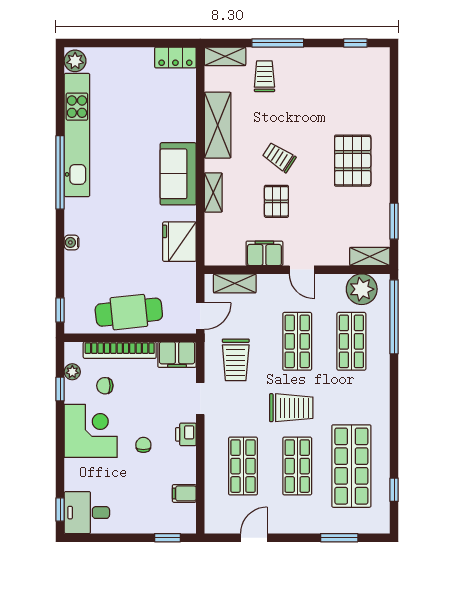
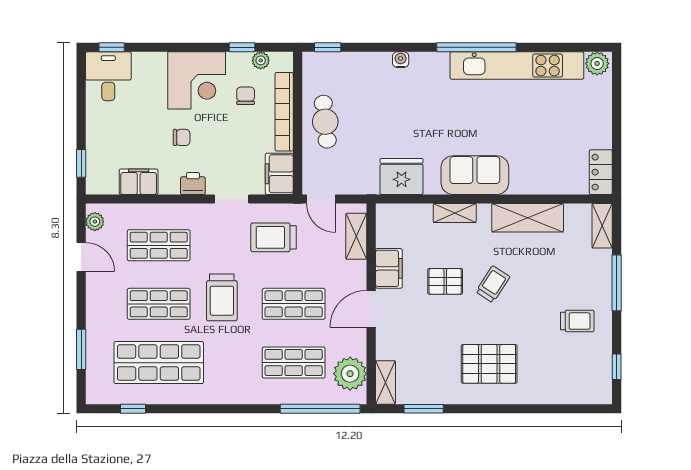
trolley: (264, 76) -> (577, 321), moved
door: (302, 270) -> (371, 309), width x1.38
cafe table: (129, 312) -> (325, 122), width x0.73, depth x0.74
filing cabinet: (184, 493) -> (139, 182), width x2.00
plant: (221, 525) -> (95, 222), added

